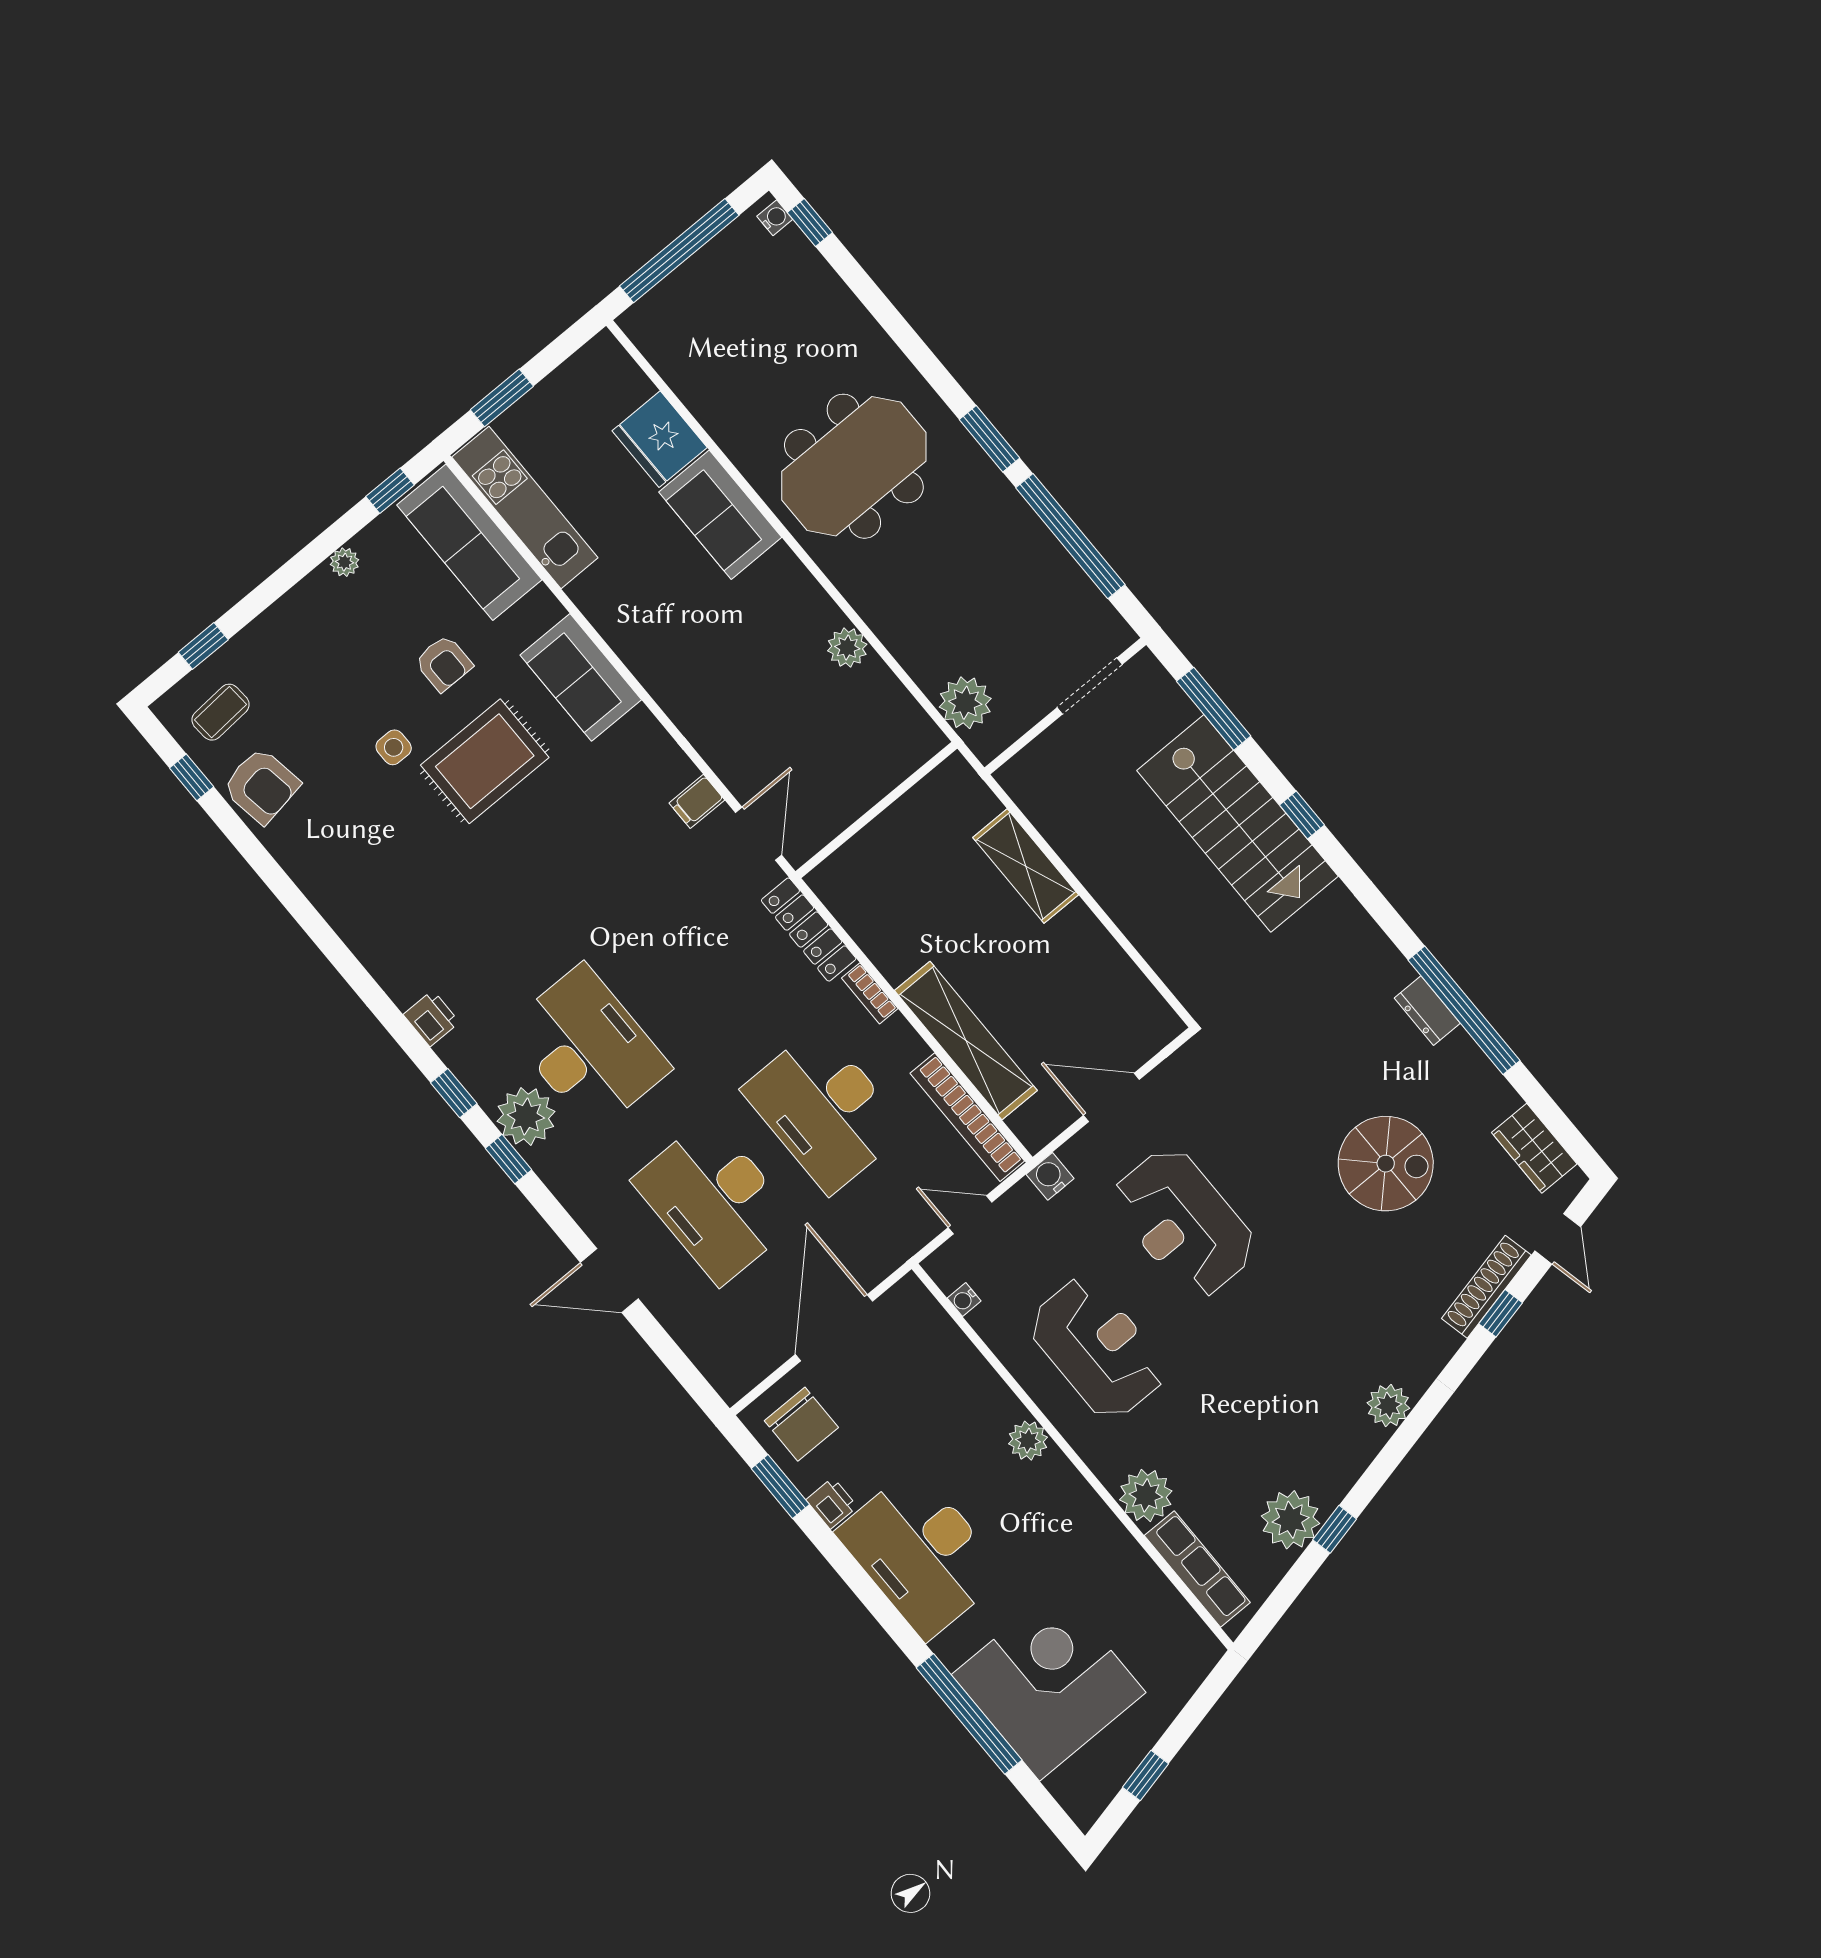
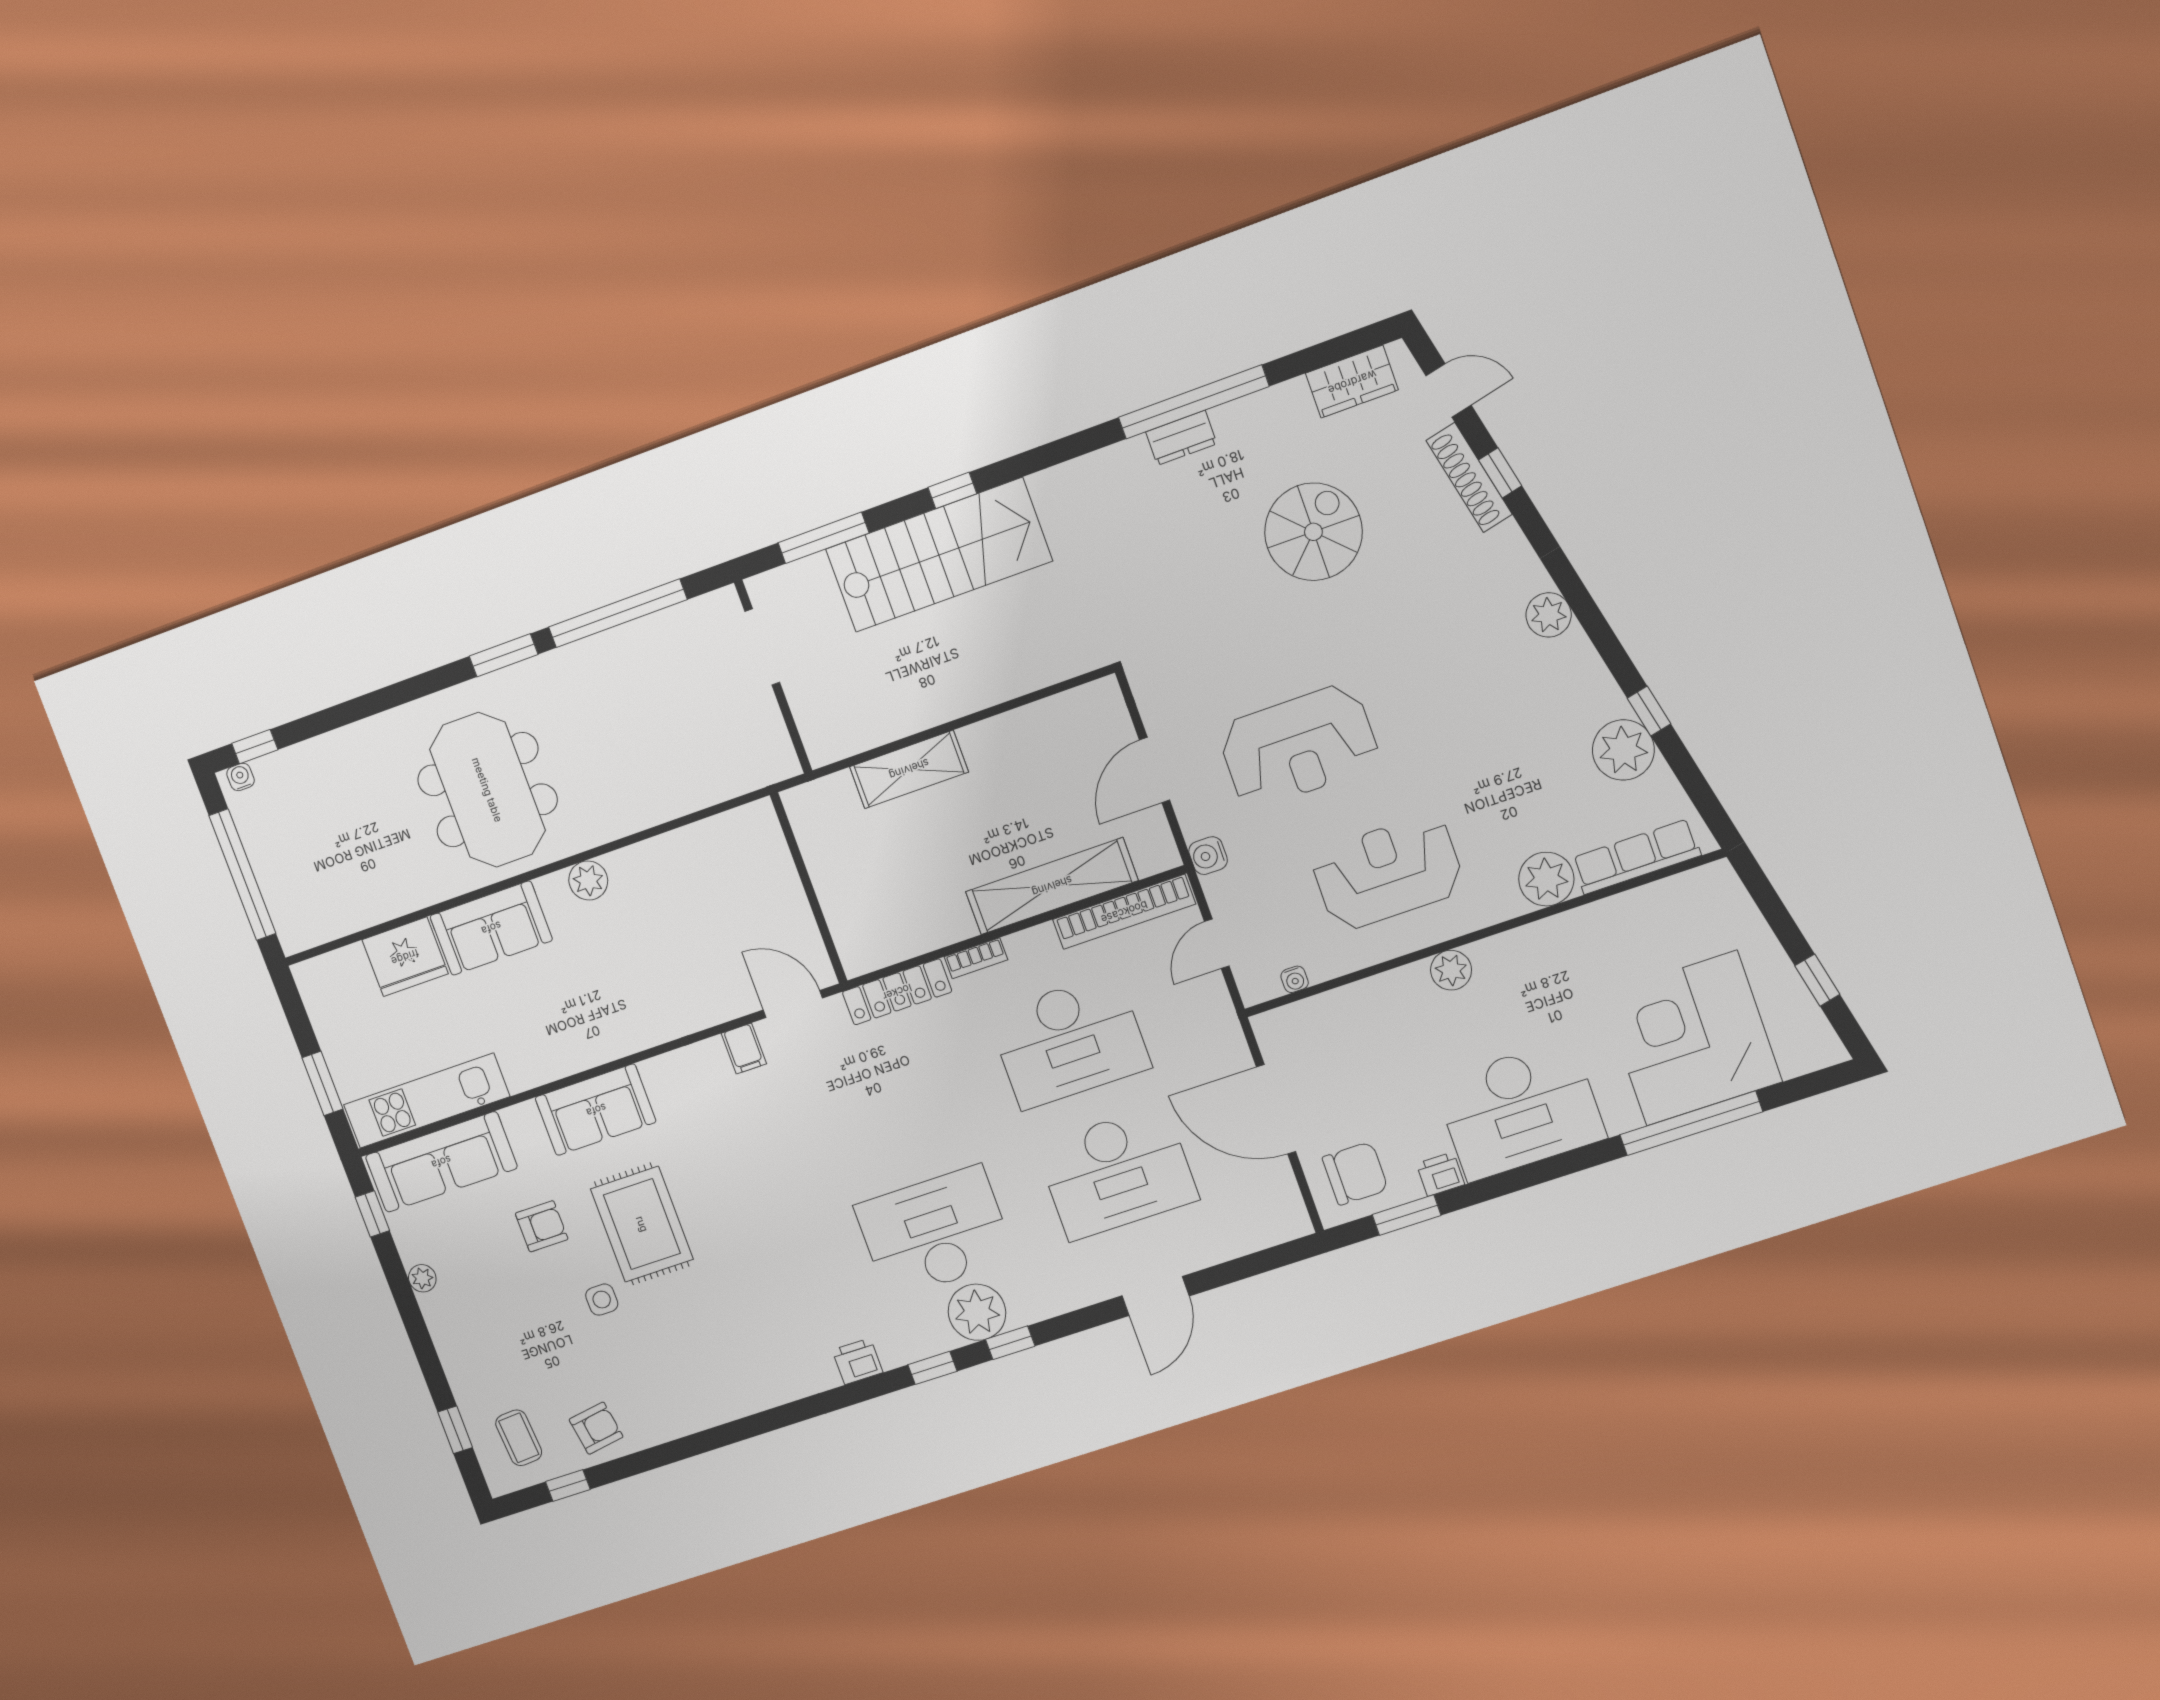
plant: (847, 648) -> (588, 880), moved
plant: (965, 703) -> (738, 769), removed
armchair: (261, 786) -> (596, 1428), width x0.72, depth x0.72

